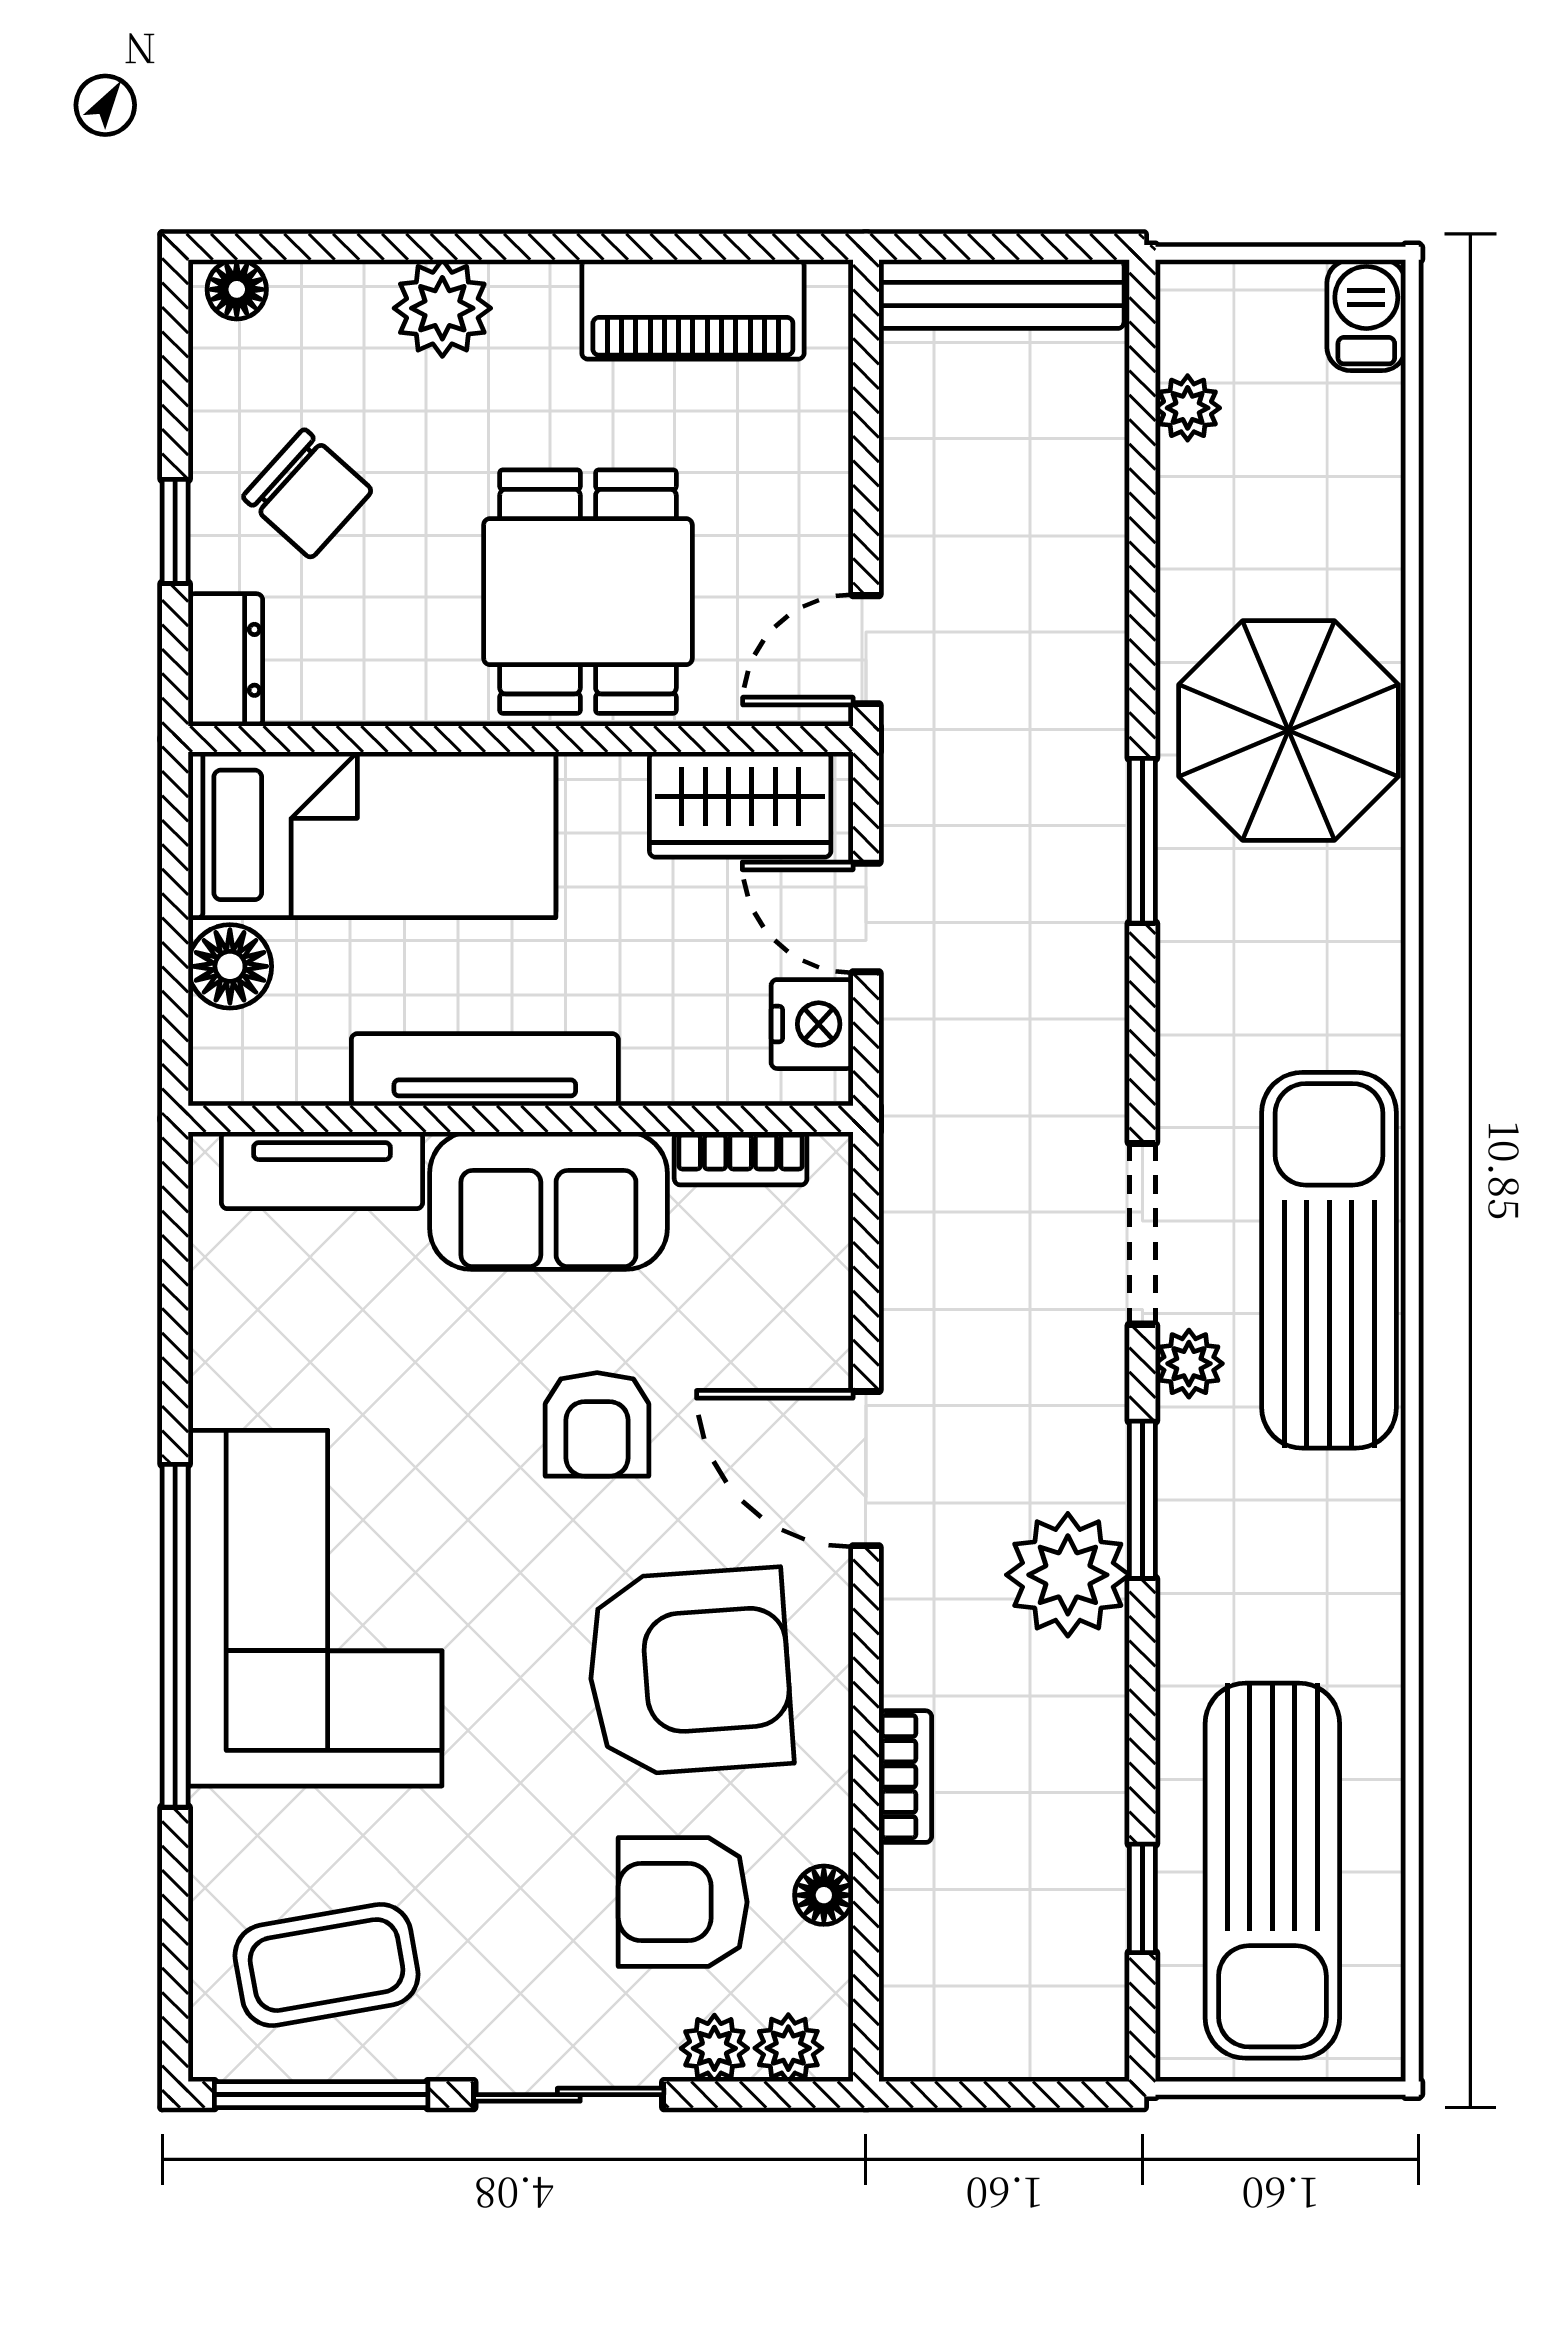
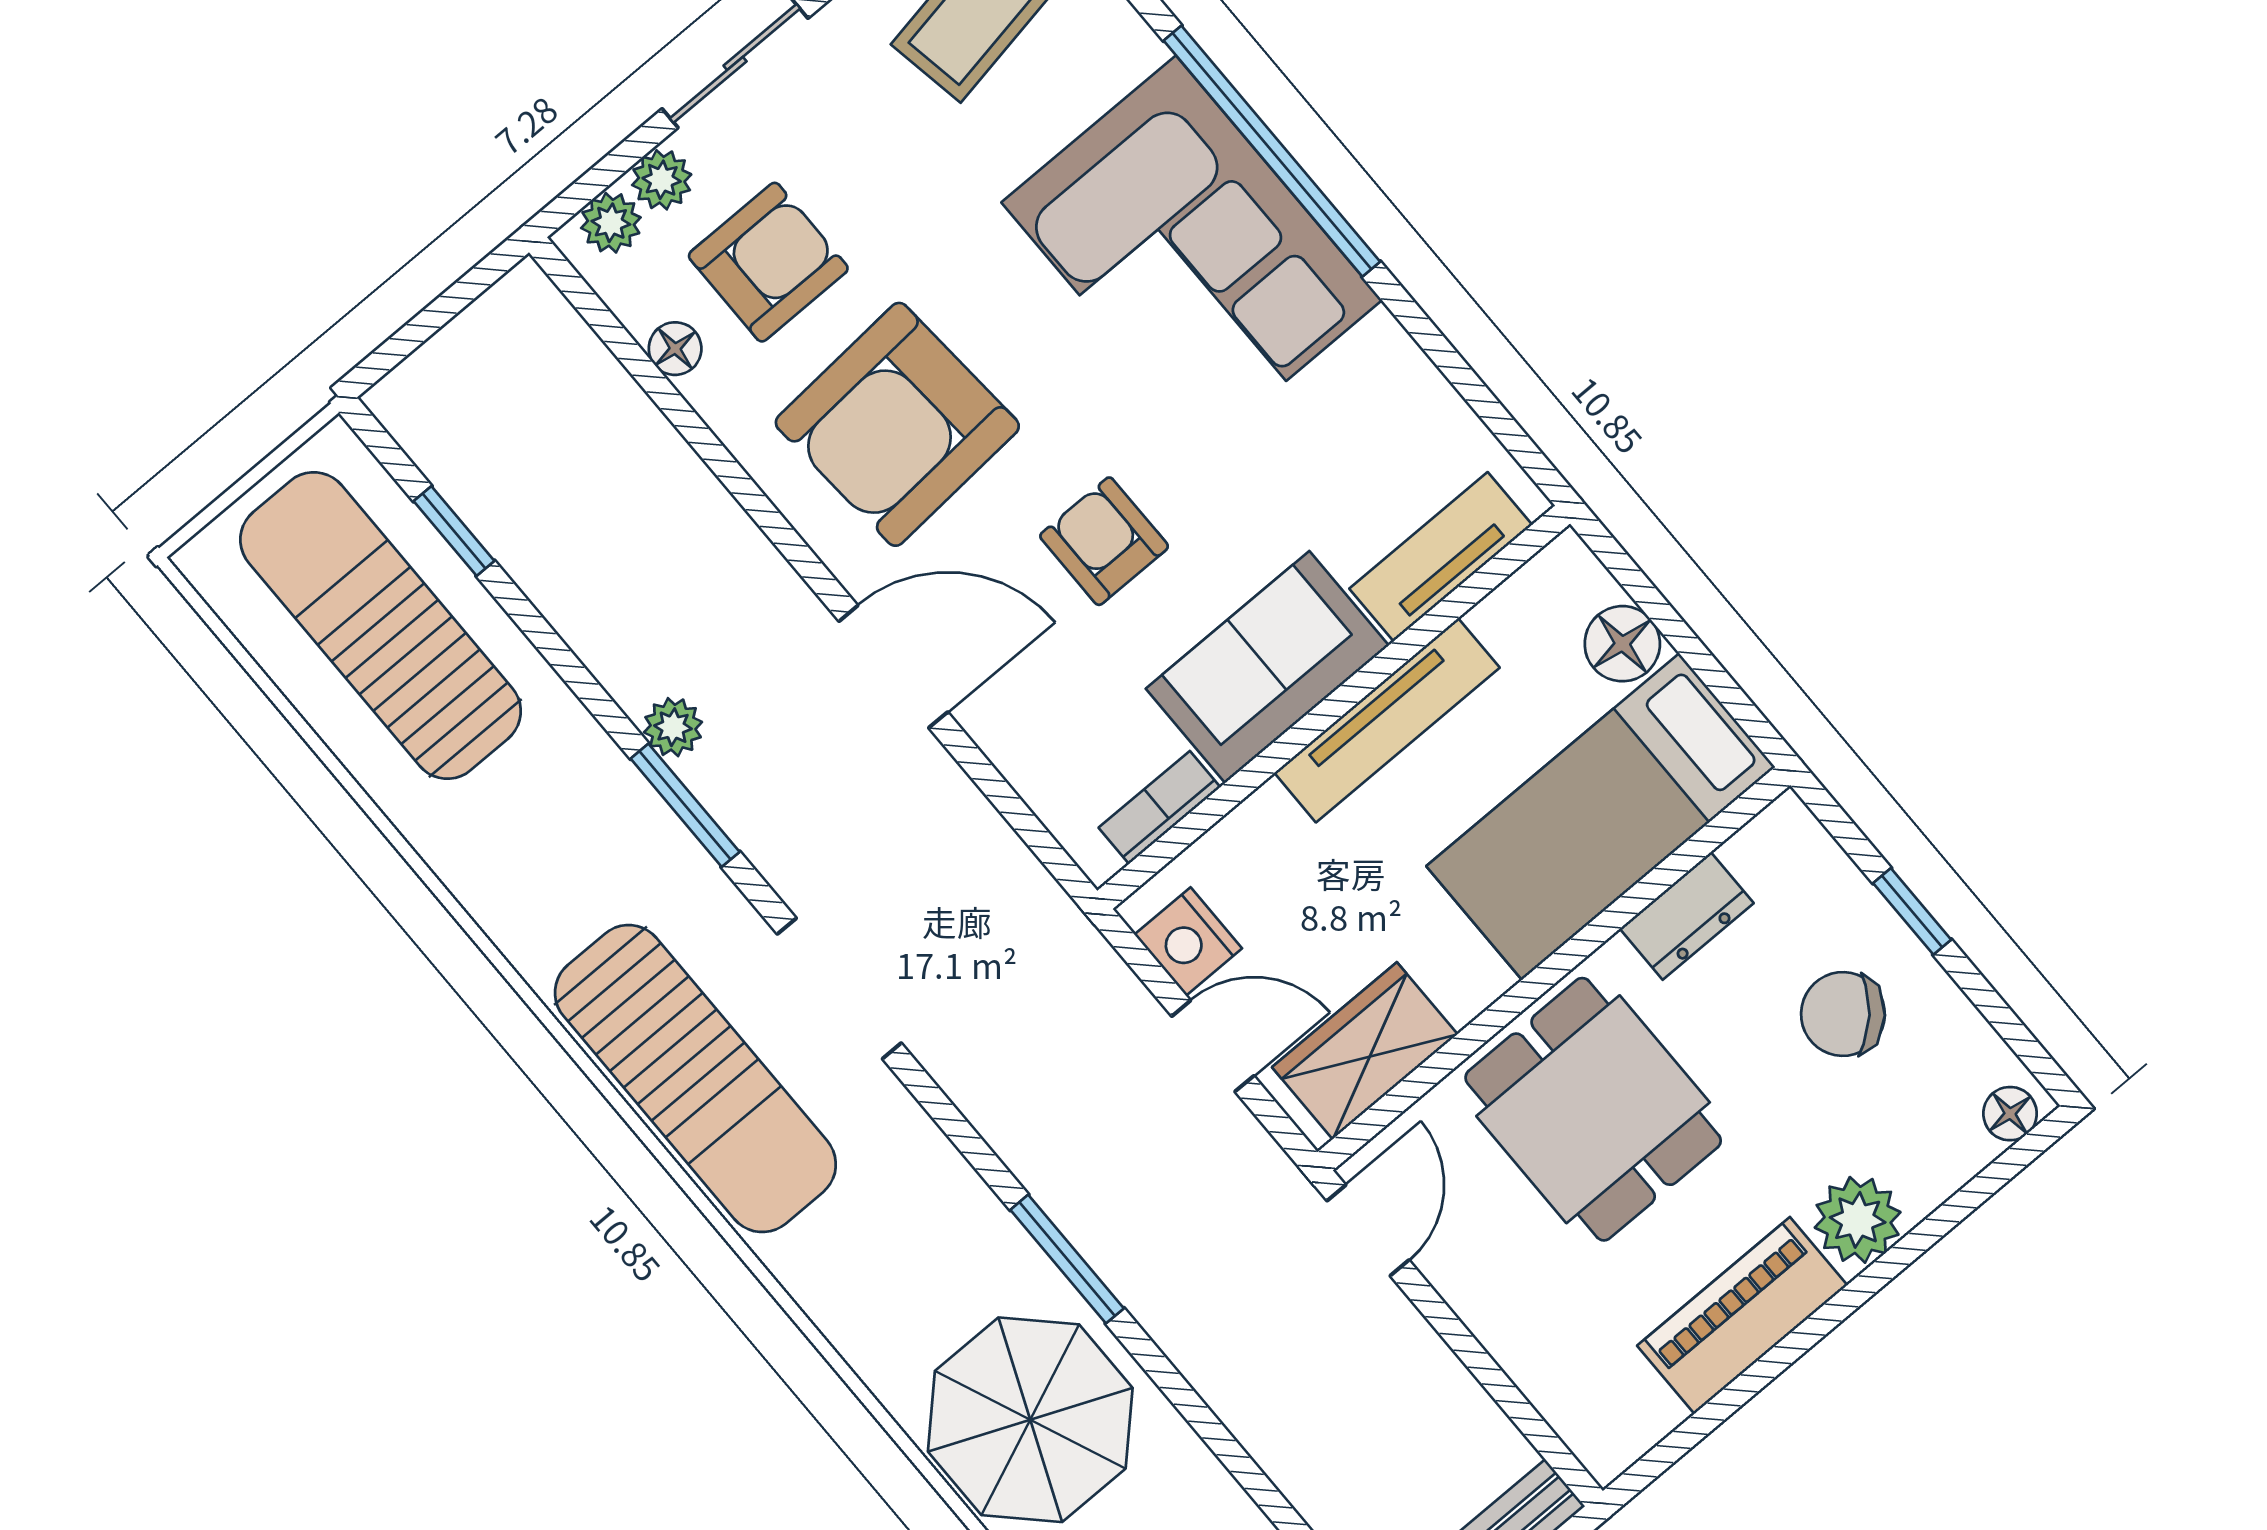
piano: (693, 309) -> (1742, 1316), moved
dresser: (225, 660) -> (1687, 916), moved, turned -90
plant: (1189, 1364) -> (732, 926), removed
plant: (1068, 1575) -> (673, 727), width x0.53, depth x0.53
bookcase: (905, 1777) -> (688, 477), removed

